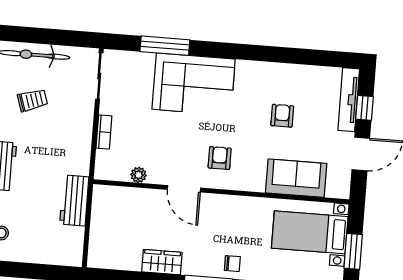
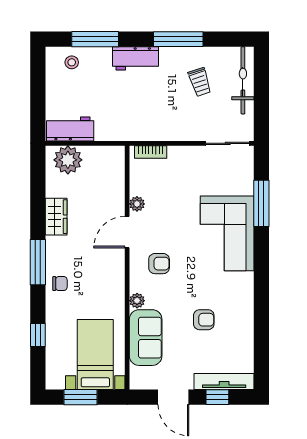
bookcase: (104, 132) -> (151, 152), moved
plant: (138, 175) -> (137, 204), moved
plant: (257, 184) -> (137, 301), added
workbench: (74, 200) -> (70, 129), moved
plant: (103, 245) -> (68, 160), added
chair: (232, 264) -> (60, 284), turned -90

